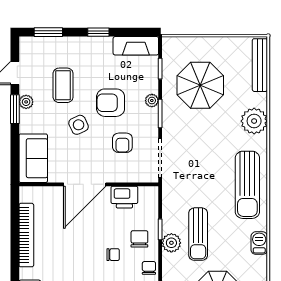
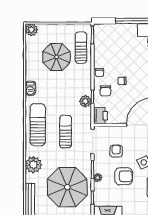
parasol: (200, 85) -> (67, 187), width x1.36, depth x1.36
printer: (124, 197) -> (100, 116), moved, turned 90
sun lounger: (198, 234) -> (66, 132), moved
plant: (171, 243) -> (85, 101), moved

